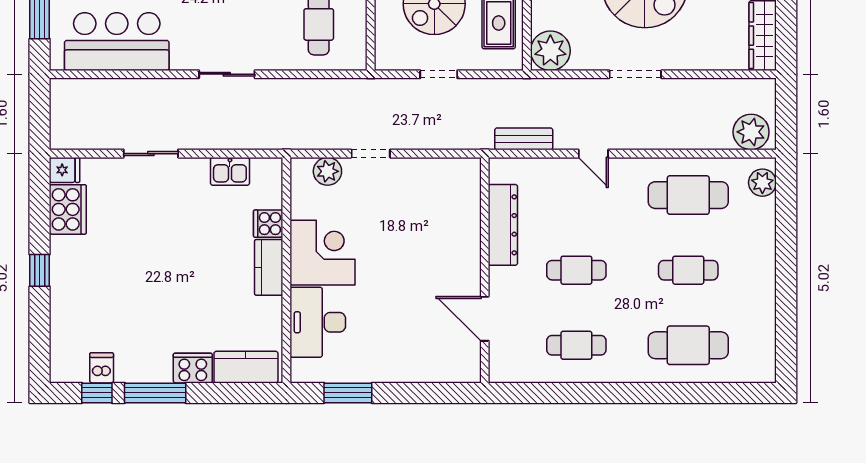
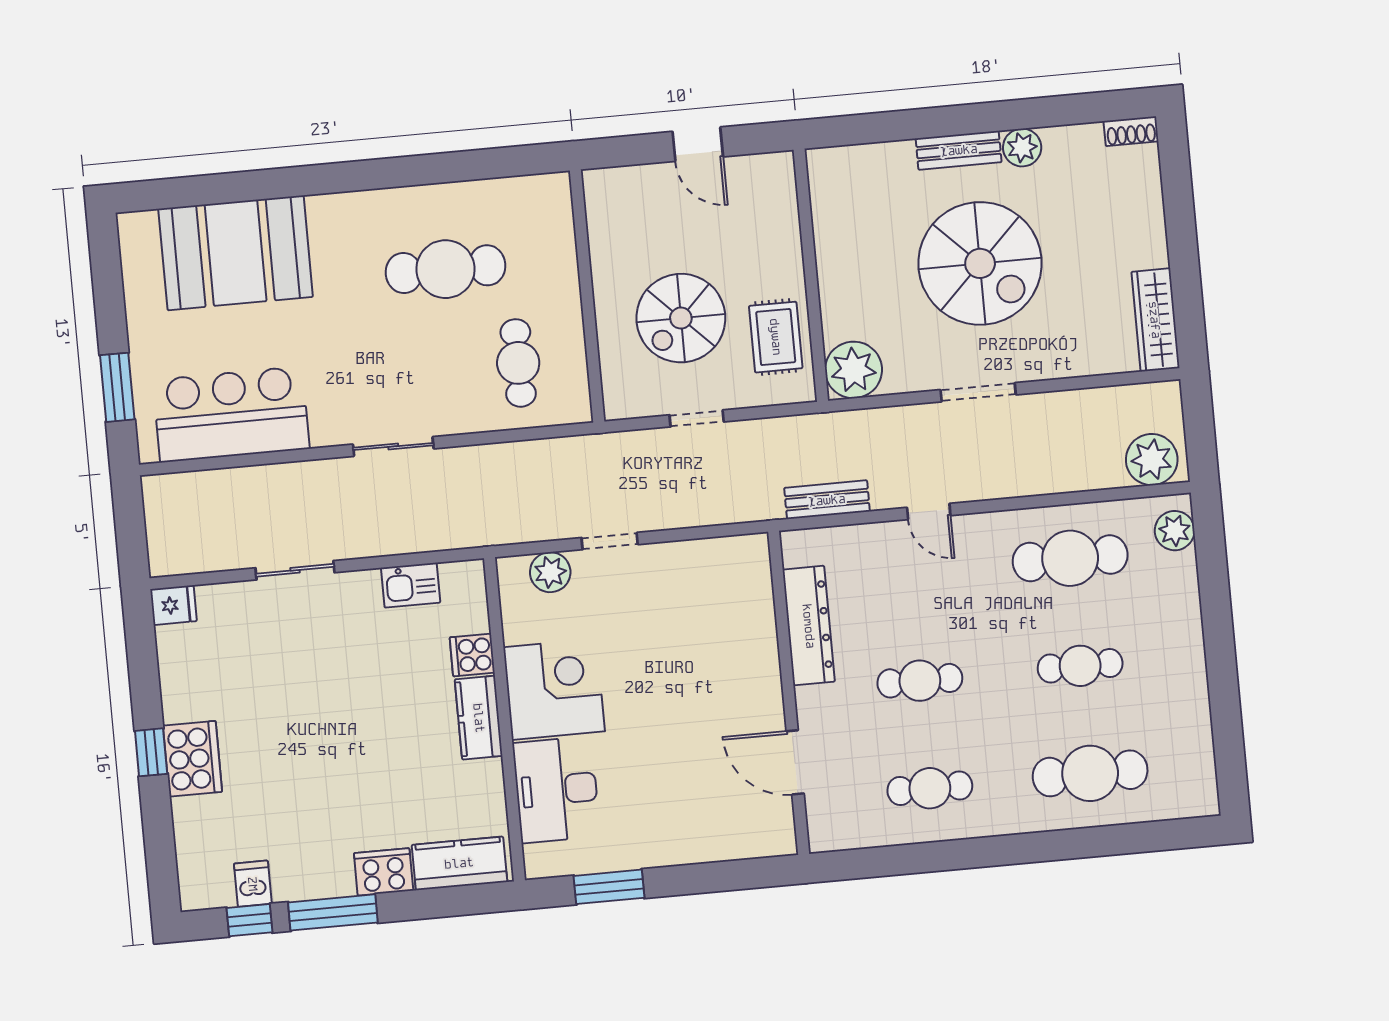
cooker: (68, 209) -> (193, 759), moved

